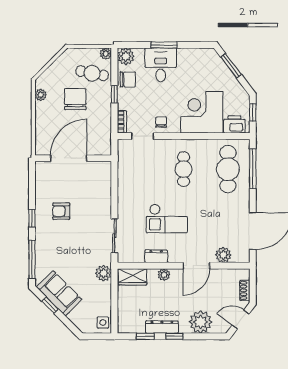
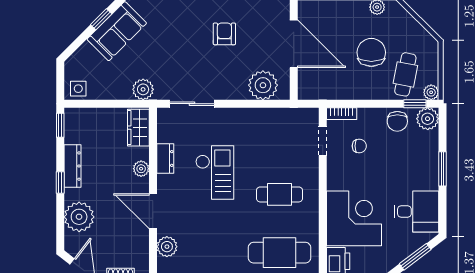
desk: (161, 65) -> (416, 212), moved
window: (114, 94) -> (415, 104), moved
chair: (75, 99) -> (371, 52), turned -90
chair: (161, 122) -> (359, 146), moved
plant: (100, 182) -> (263, 85), added
checkout: (167, 219) -> (215, 173), turned 180
window: (145, 336) -> (60, 125), moved

